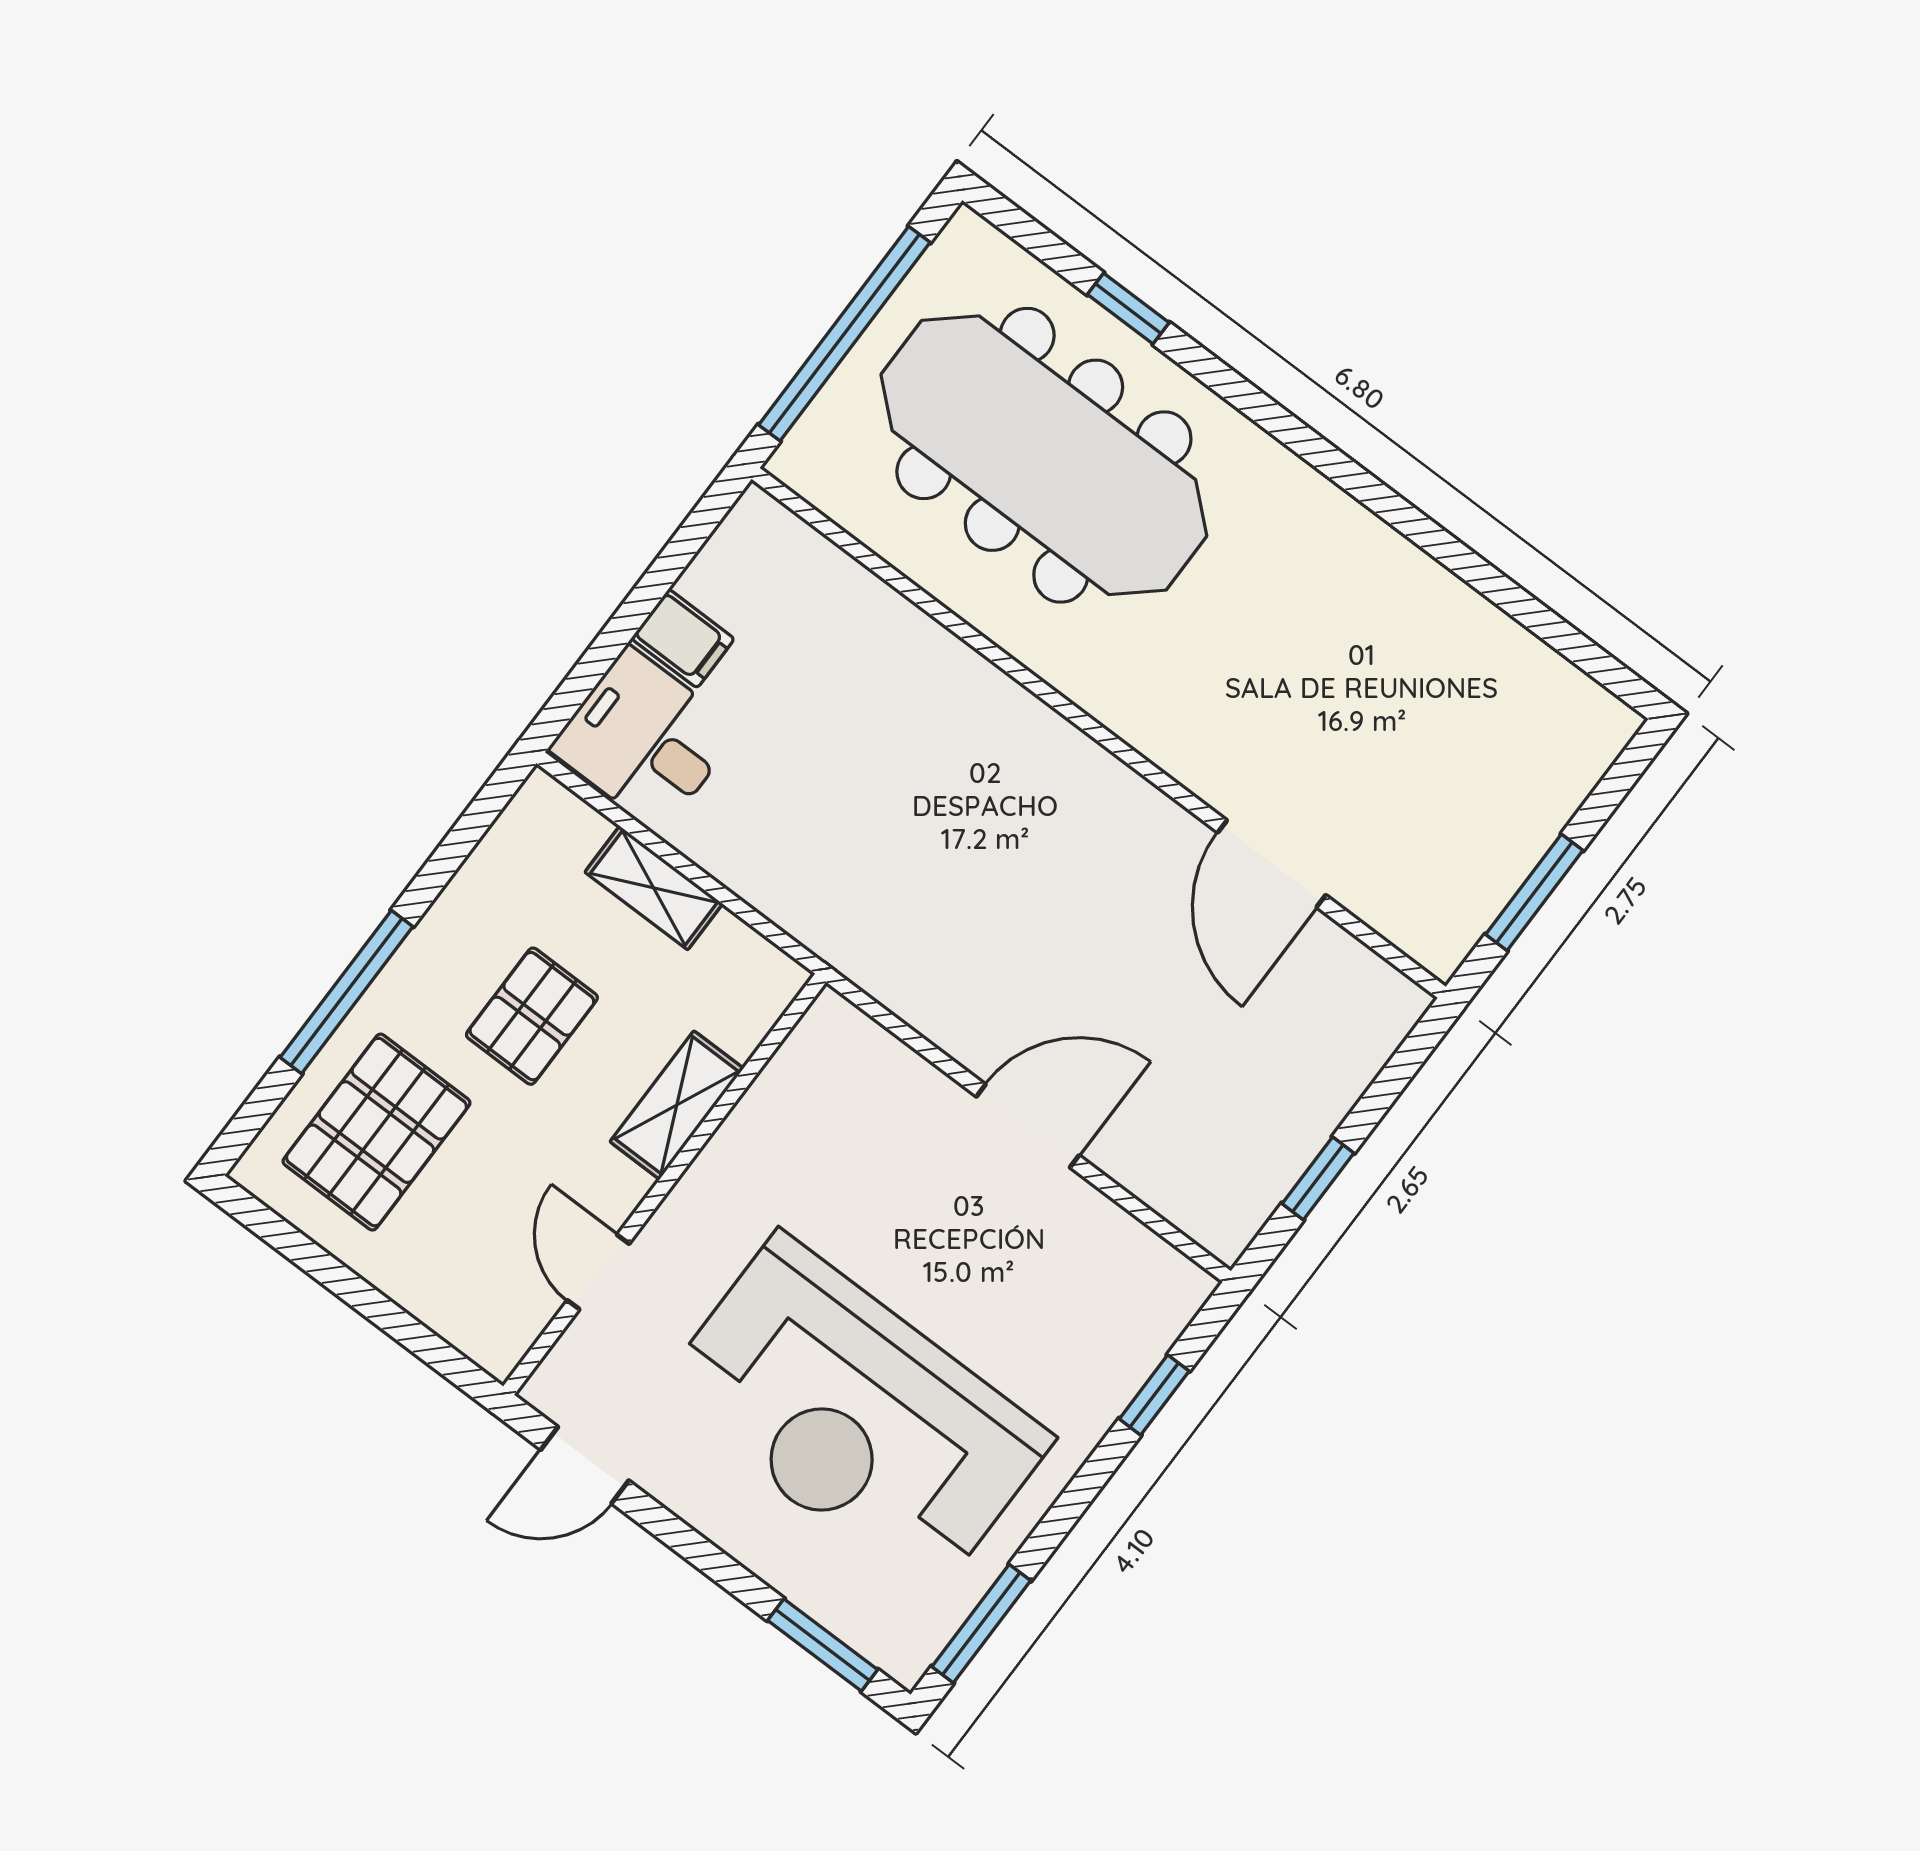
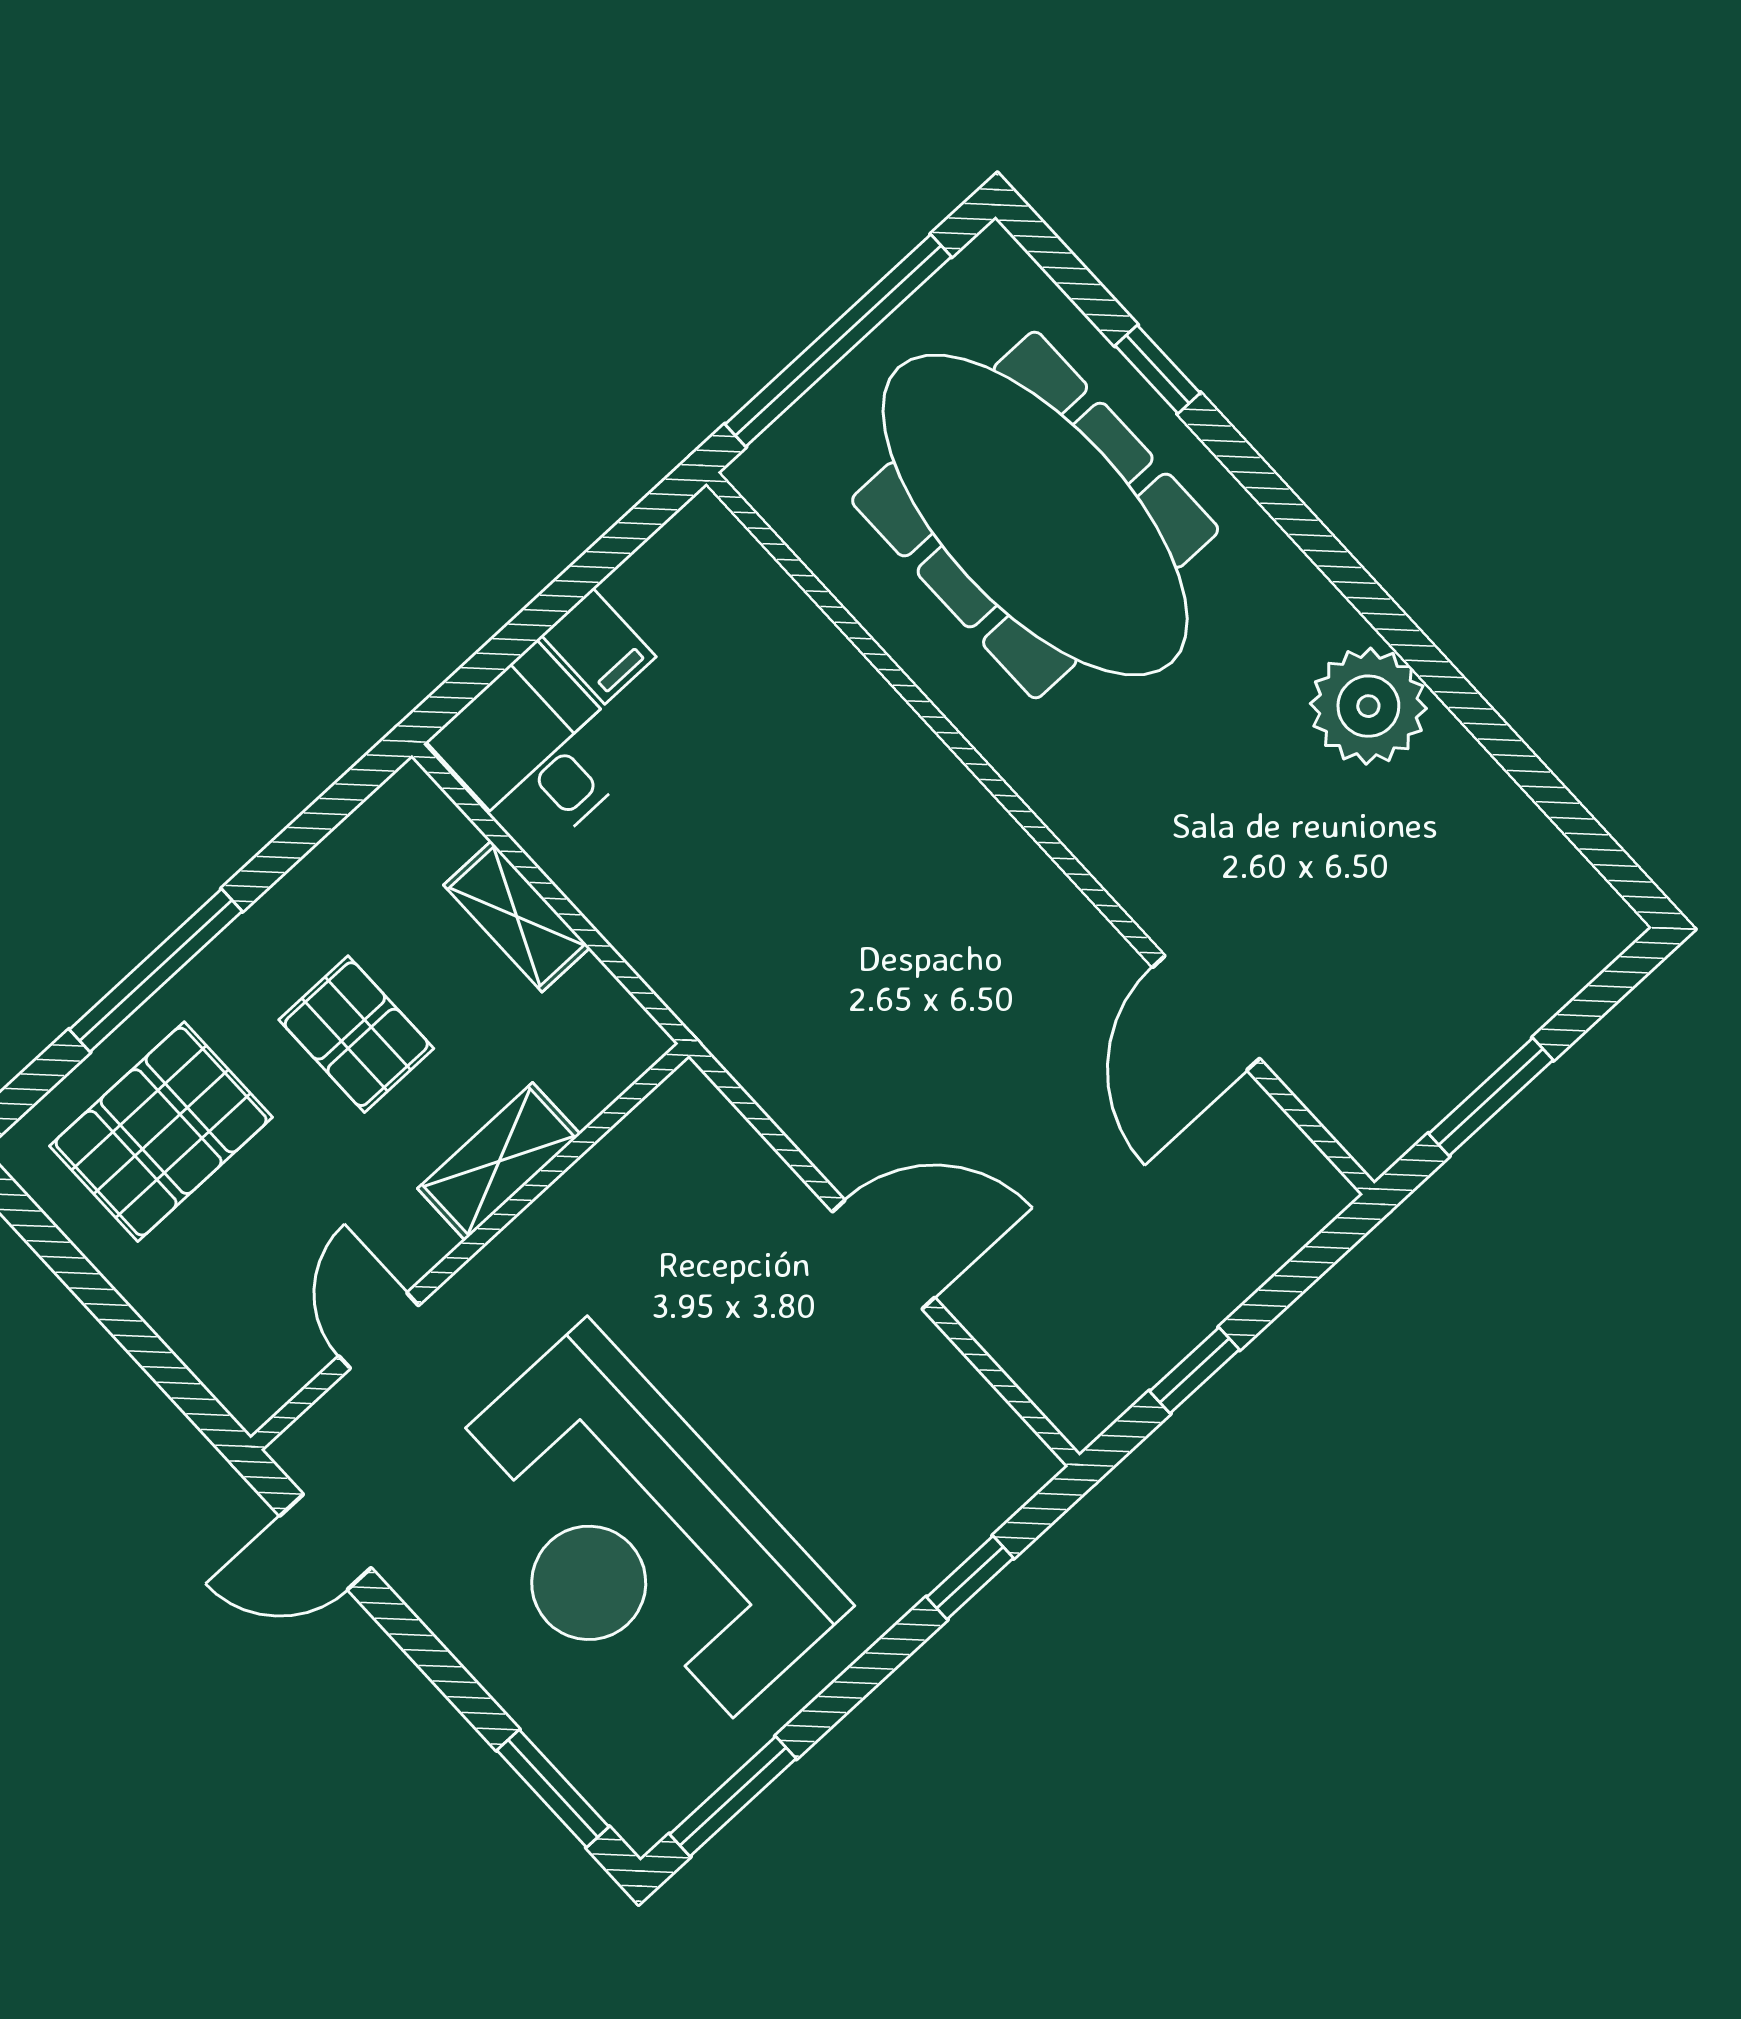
plant: (1366, 570) -> (1368, 706), added
pallet: (532, 1016) -> (356, 1034), turned 90

